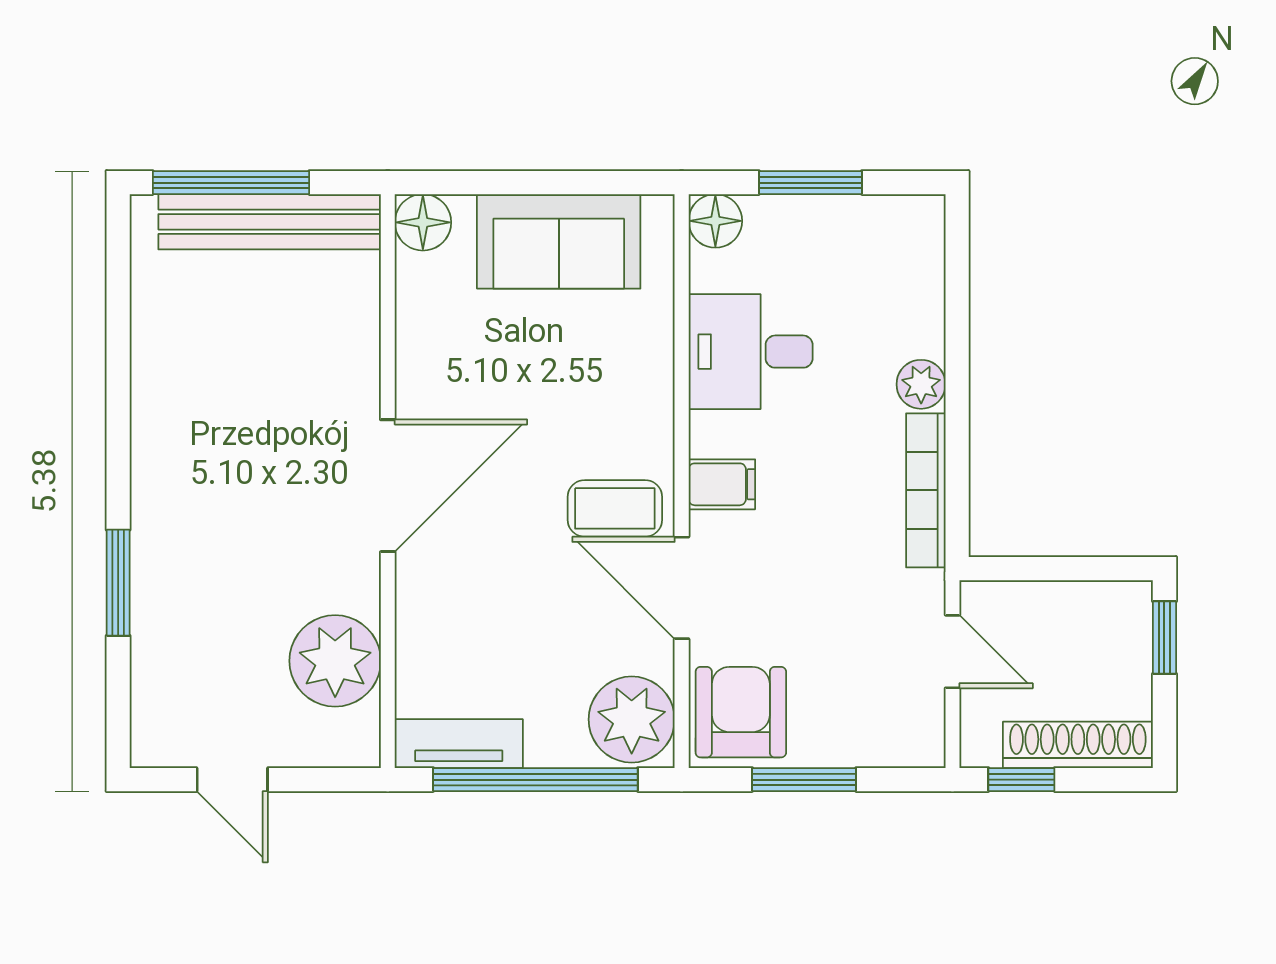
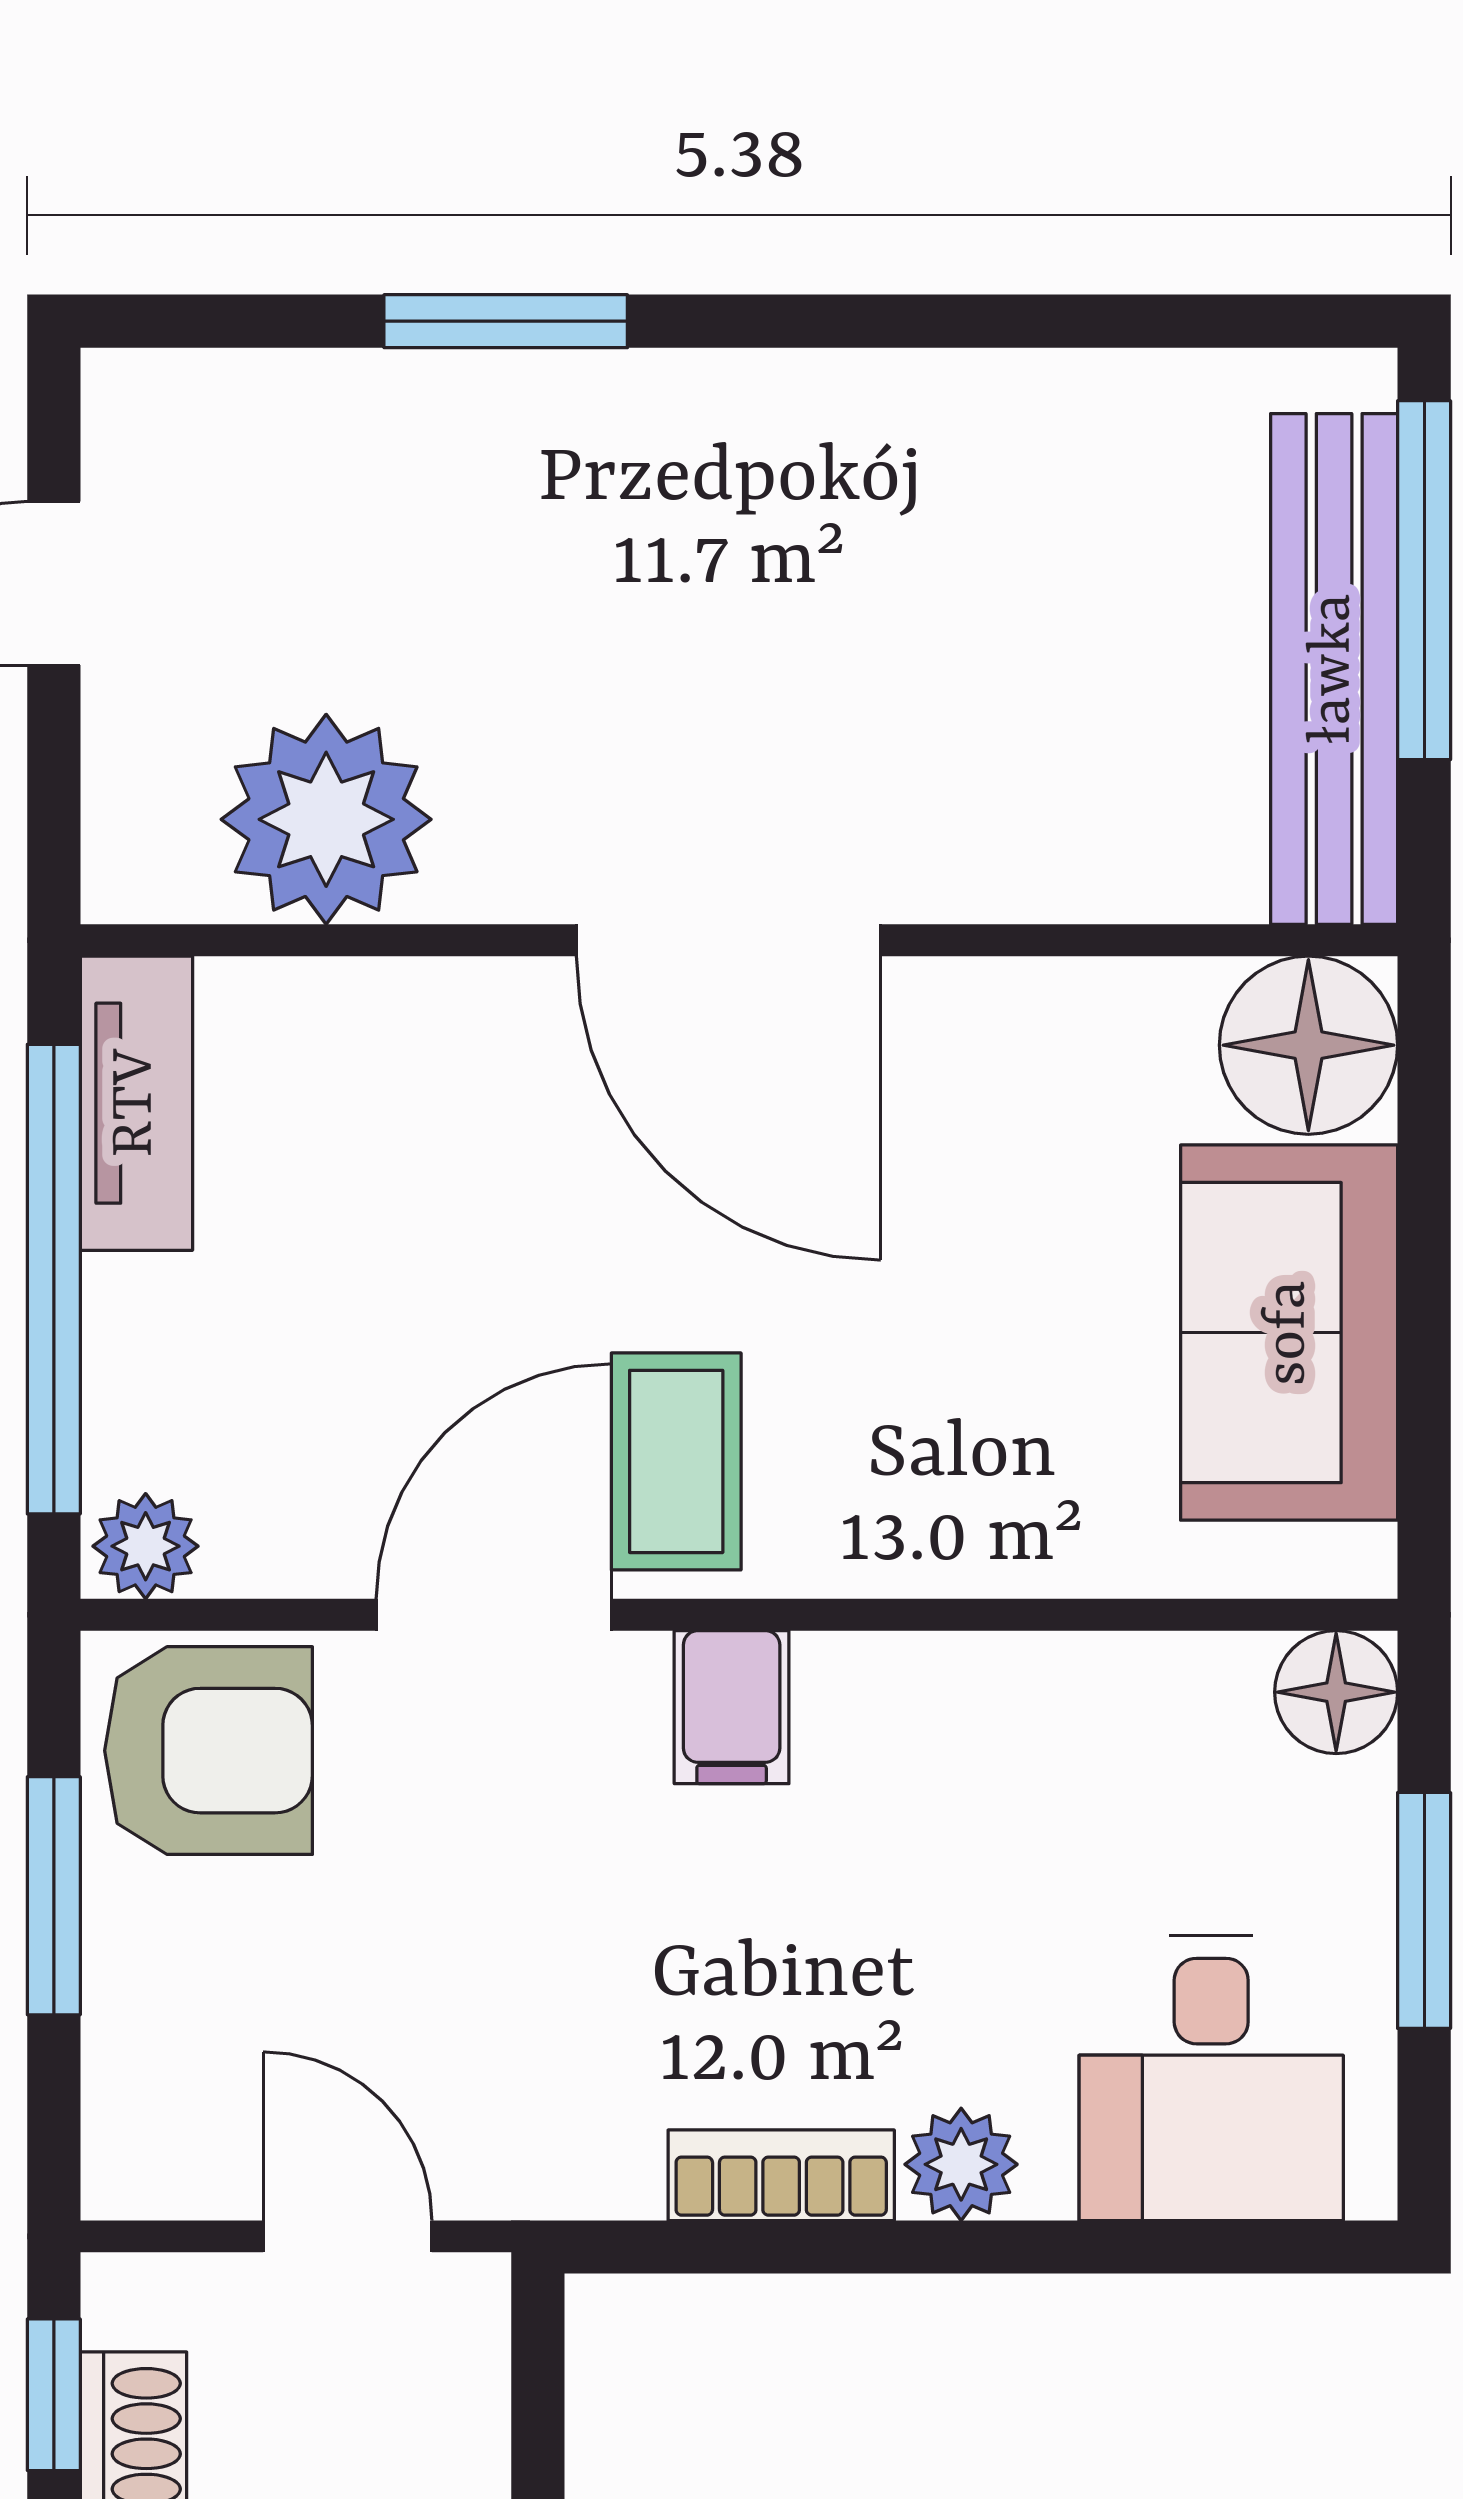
floor lamp: (423, 222) -> (1308, 1045), width x1.38, depth x1.38
desk: (751, 352) -> (1211, 2078), moved, turned 180
bookcase: (926, 490) -> (781, 2175), width x0.64
door: (952, 652) -> (348, 2236), swing flipped
plant: (632, 719) -> (146, 1546), width x0.53, depth x0.53

